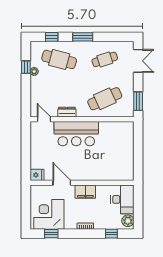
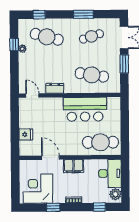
window: (83, 37) -> (83, 14), moved
cafe table: (105, 99) -> (92, 75), turned 33
window: (138, 101) -> (124, 64), moved
bar counter: (76, 134) -> (85, 109), moved
cafe table: (113, 168) -> (100, 142), added
fridge: (37, 175) -> (26, 134), moved
window: (51, 234) -> (53, 207), moved

